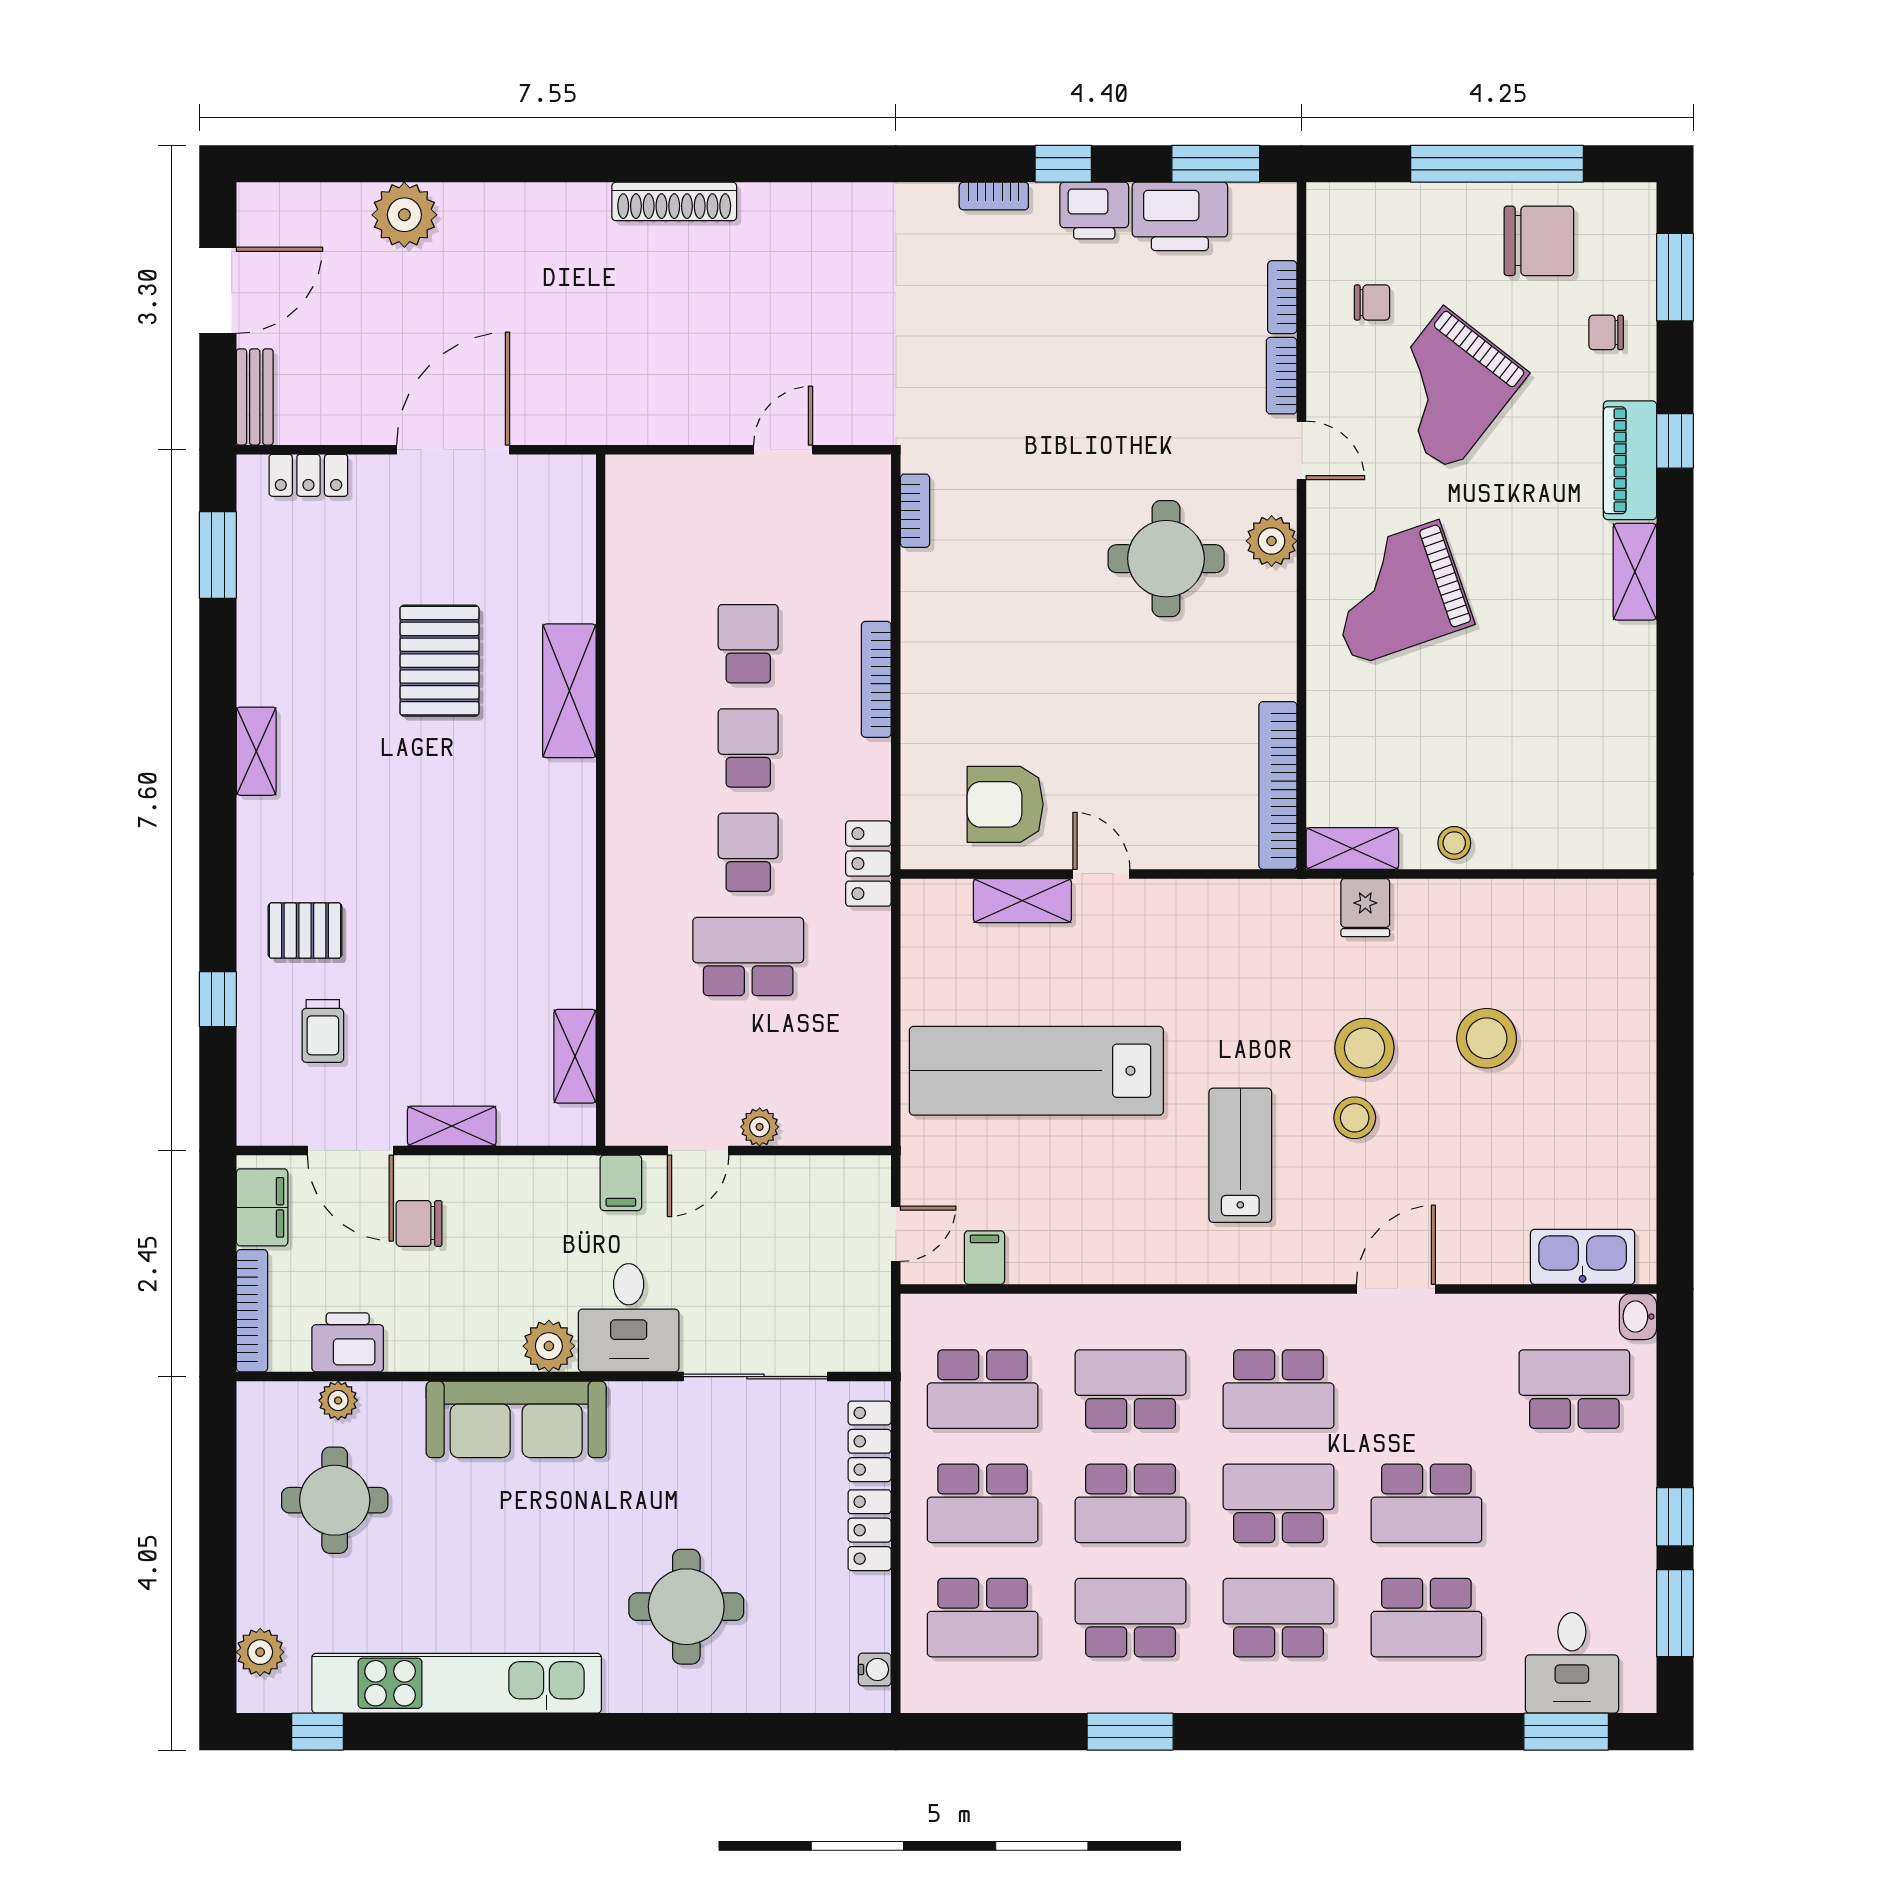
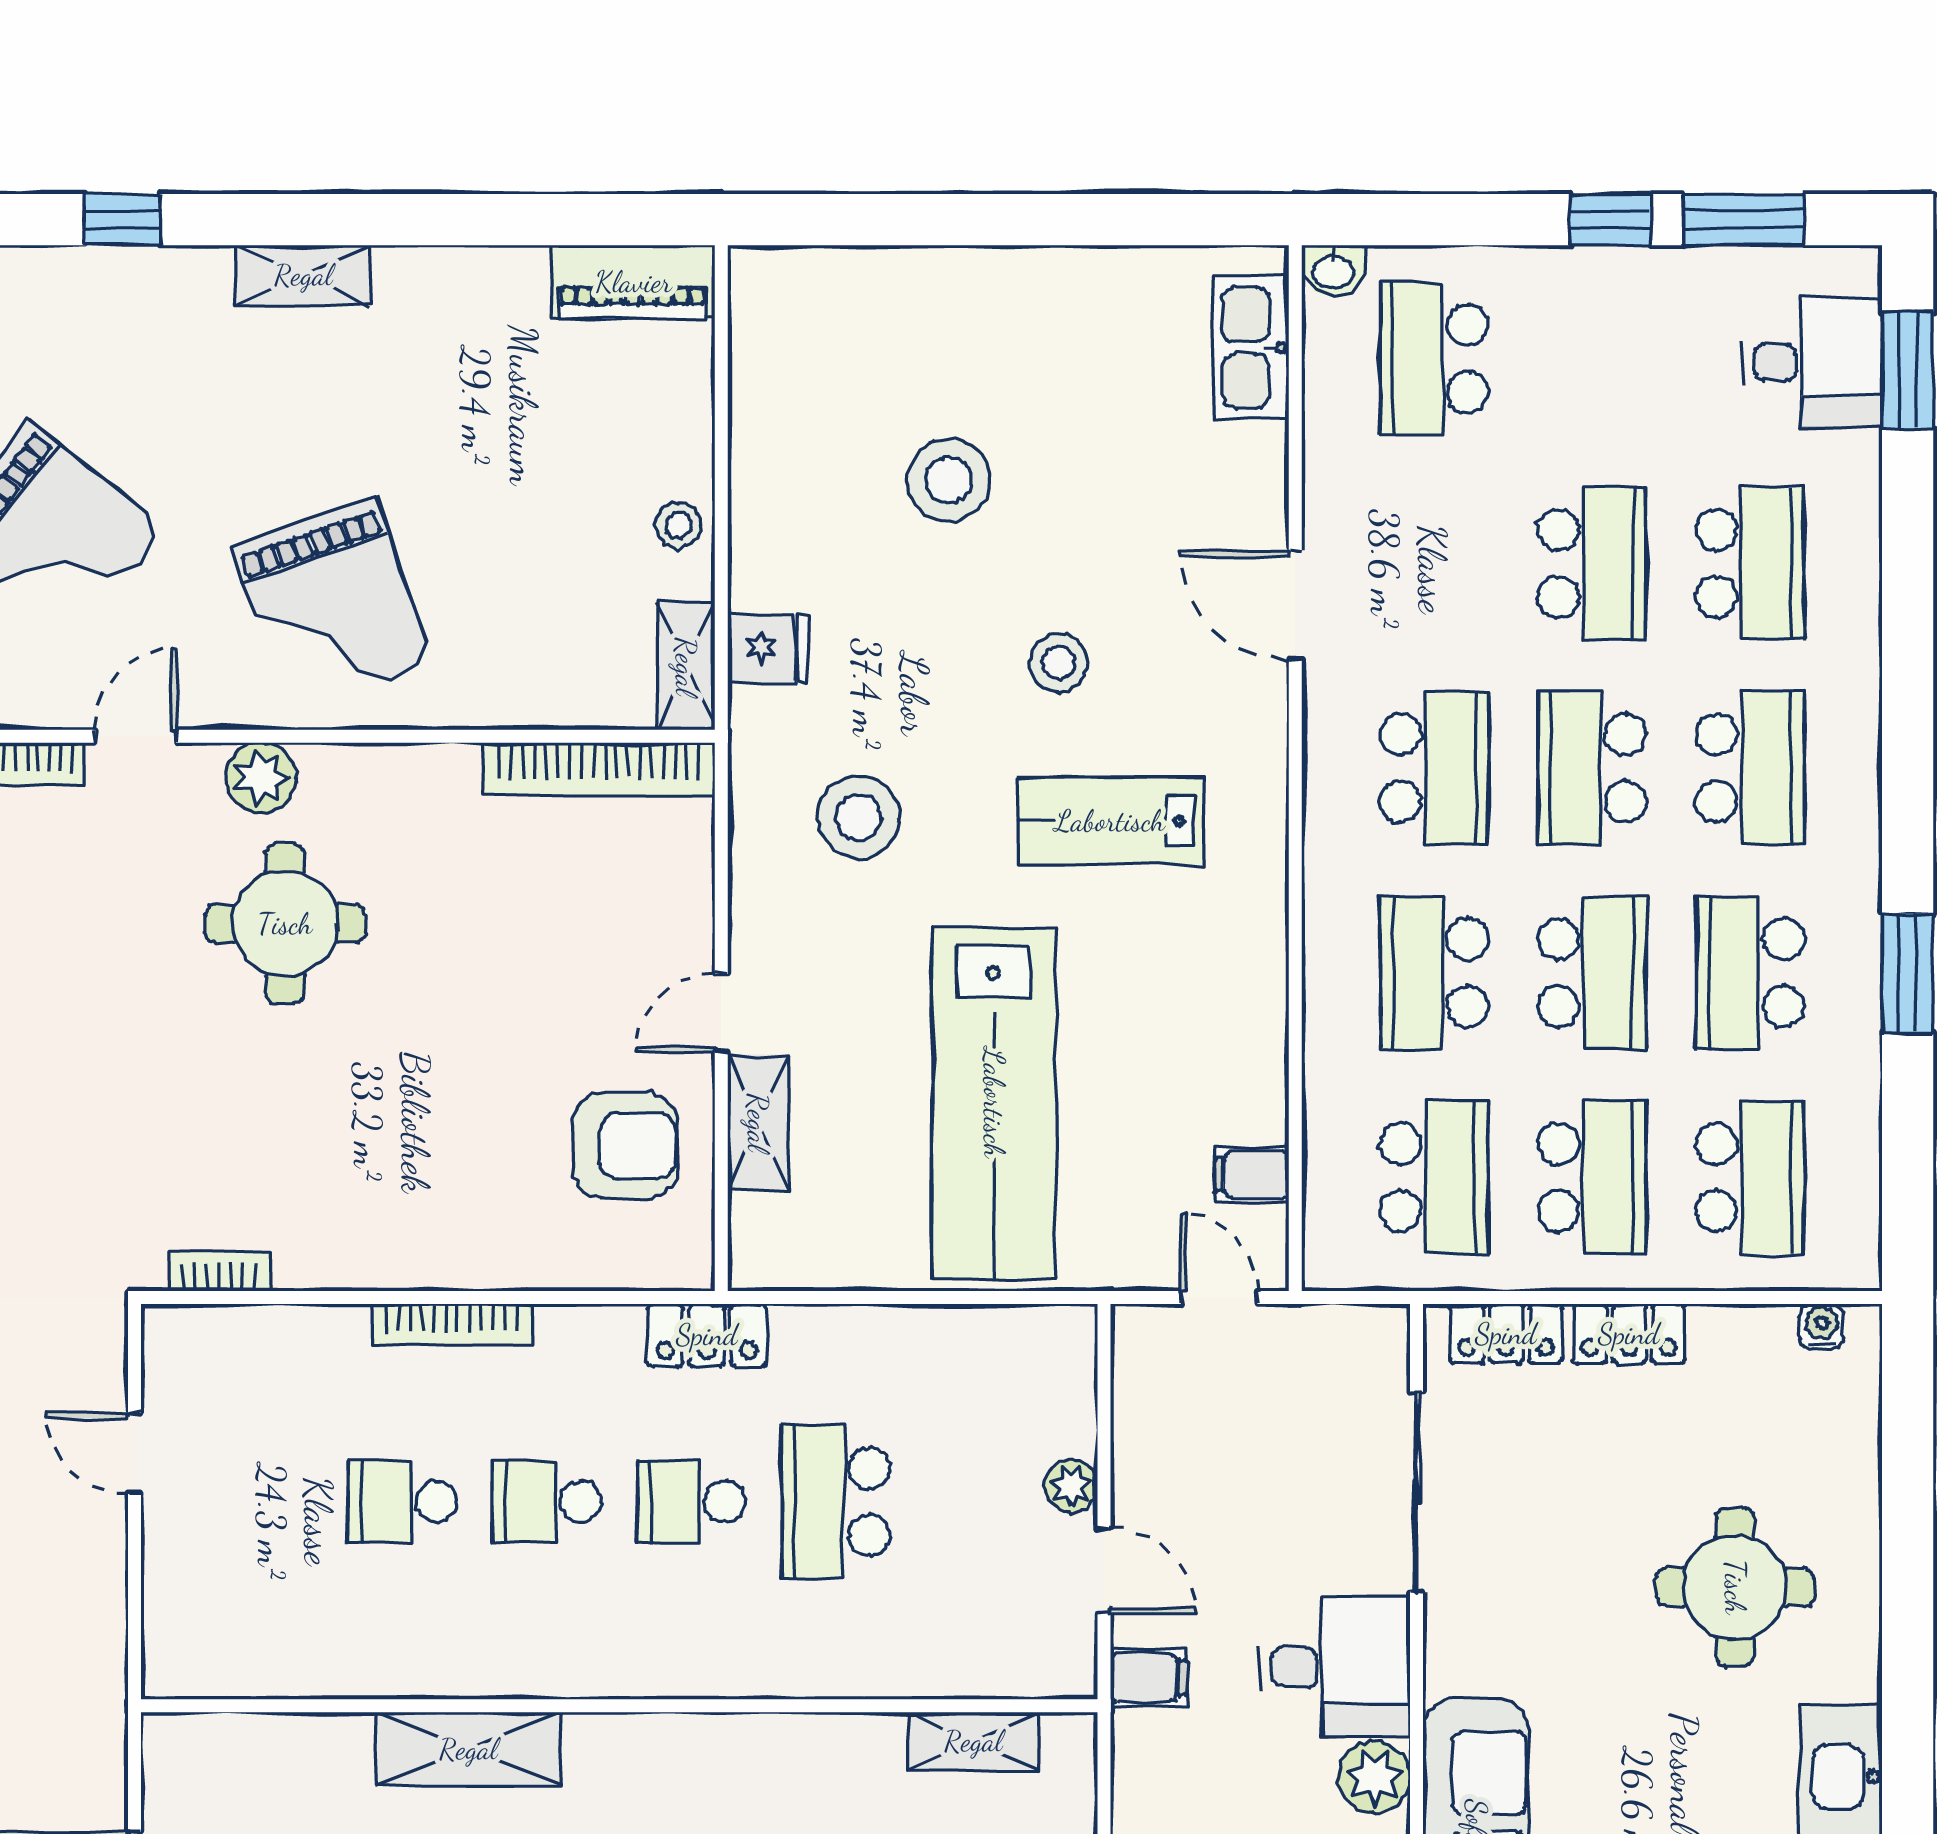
piano: (1630, 460) -> (633, 282), moved
armchair: (1005, 804) -> (625, 1146), turned -90
stool: (1364, 1048) -> (859, 817), moved
school desk: (1278, 1618) -> (1750, 768), turned 180

